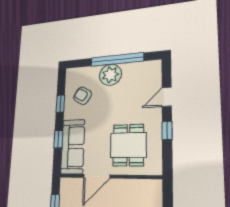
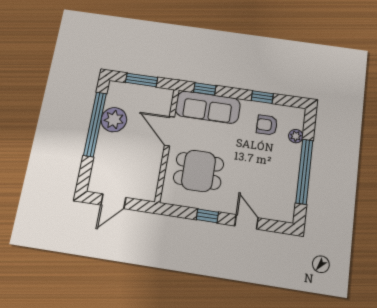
plant: (110, 75) -> (296, 136), moved, width x0.53, depth x0.53
armchair: (83, 96) -> (267, 125), turned -122
window: (58, 139) -> (205, 89), moved

